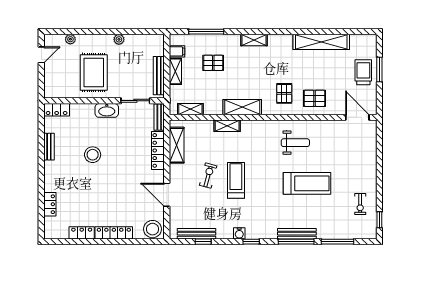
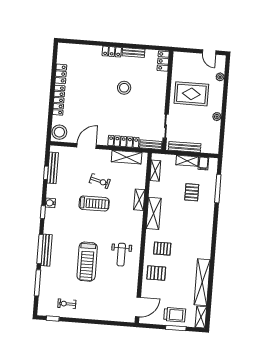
shelving: (254, 40) -> (201, 317), moved
pallet: (314, 98) -> (156, 273), turned 90
washbasin: (107, 110) -> (159, 102), removed
locker: (50, 204) -> (112, 52), moved

